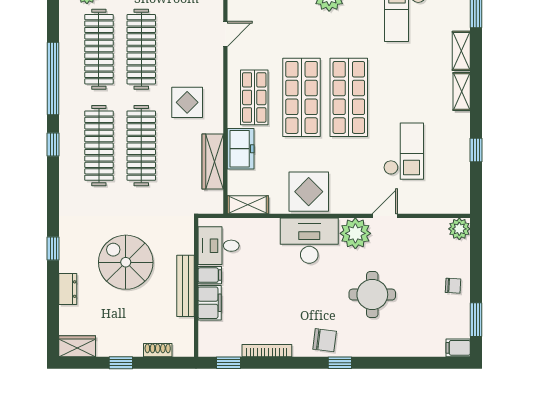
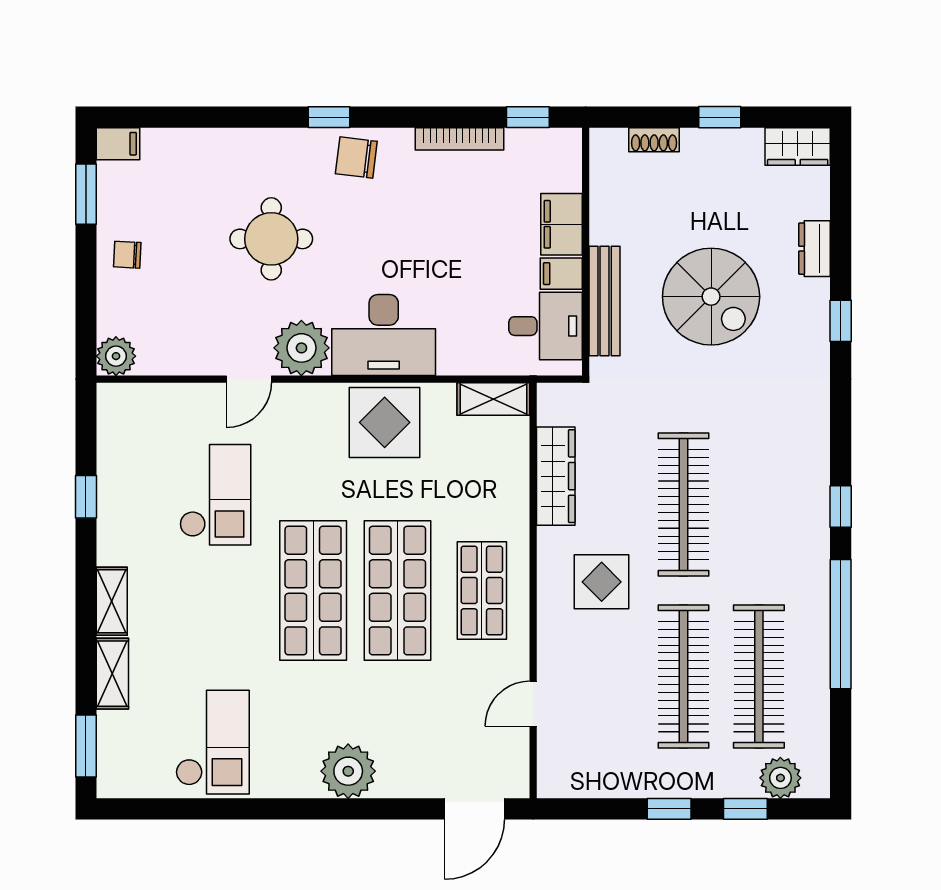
clothes rail: (99, 146) -> (759, 505), removed
freezer: (241, 149) -> (506, 499), removed
checkout: (404, 151) -> (215, 495), turned 180
bench: (185, 286) -> (605, 301), moved

